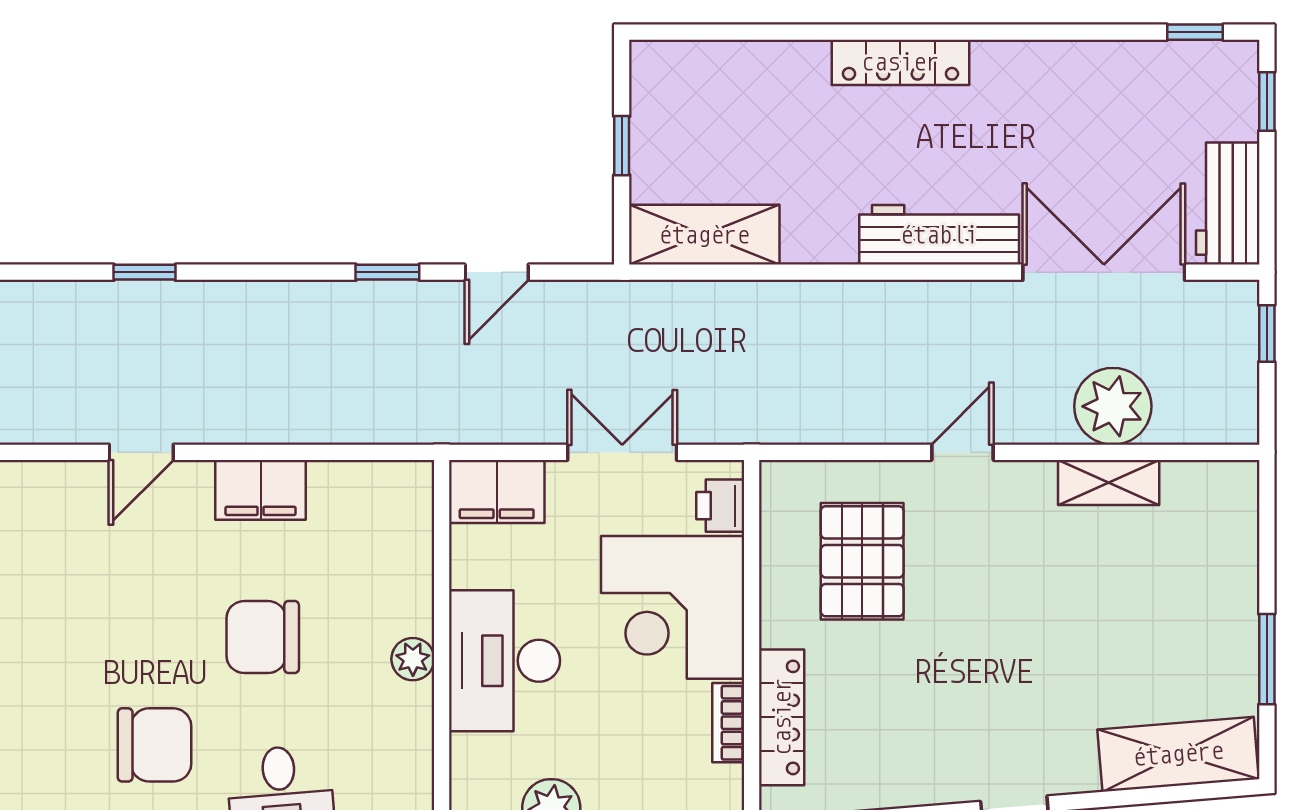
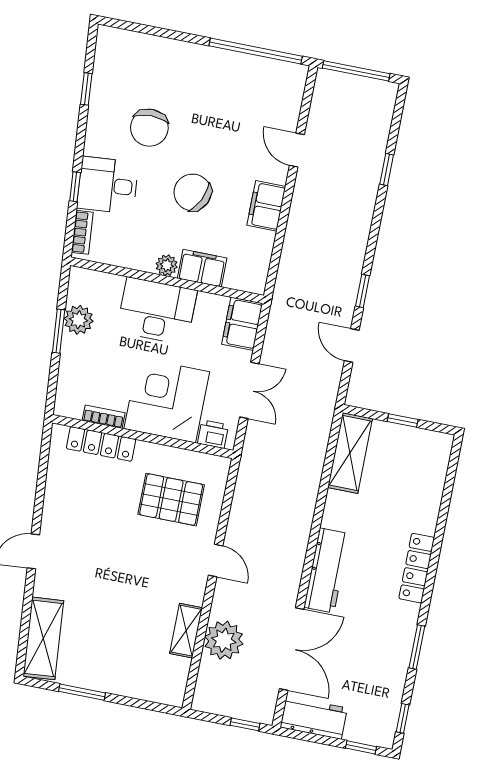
window: (1052, 32) -> (417, 647), added
filing cabinet: (405, 590) -> (202, 268), added
chair: (263, 637) -> (193, 192), turned -65

